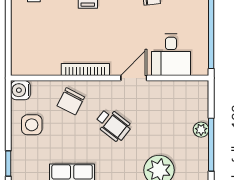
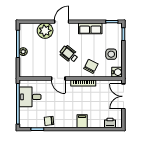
double door: (8, 43) -> (123, 96), added
desk: (171, 55) -> (30, 97), moved, turned -90
door: (134, 78) -> (58, 78), hinge flipped

